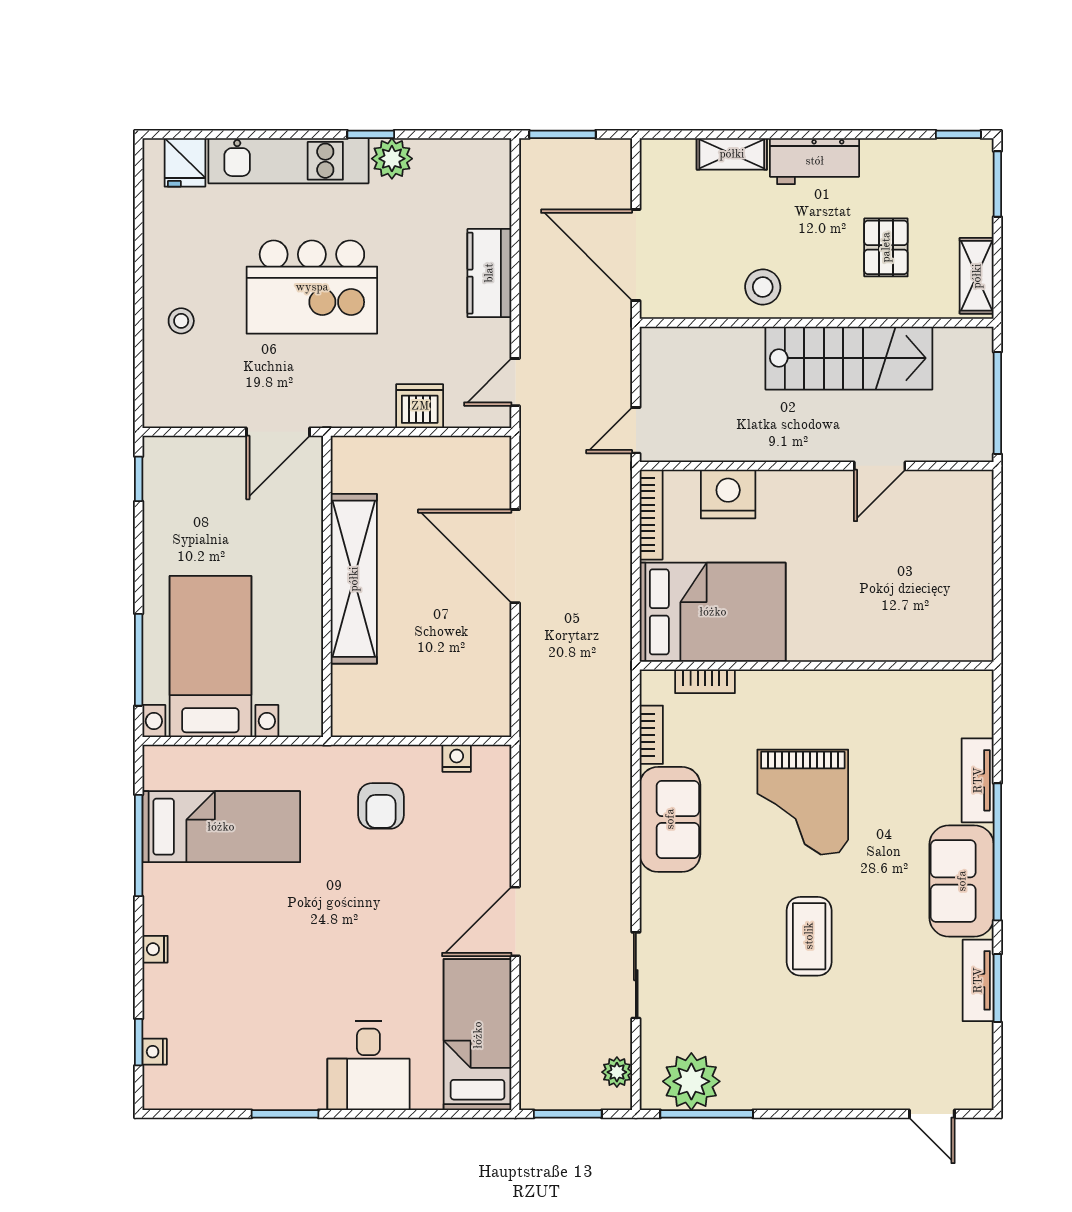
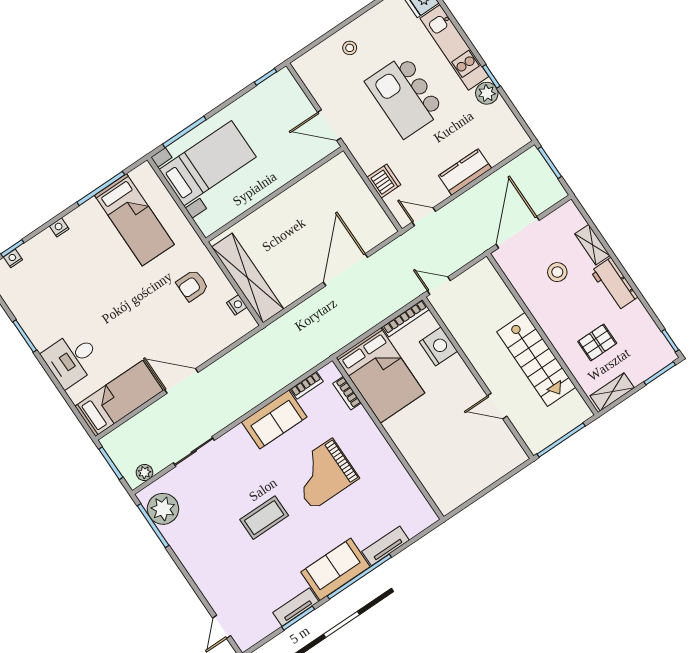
stool: (763, 287) -> (557, 272), moved
shelving: (354, 579) -> (248, 278), moved, turned 90

